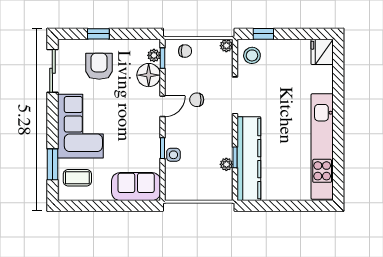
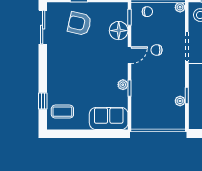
plant: (154, 55) -> (123, 85), moved
armchair: (99, 66) -> (79, 24), turned -77
corner sofa: (80, 126) -> (65, 71), removed
side table: (173, 155) -> (138, 93), removed
window: (52, 164) -> (43, 101), width x0.67

